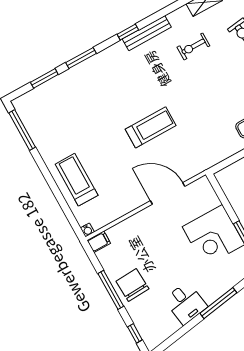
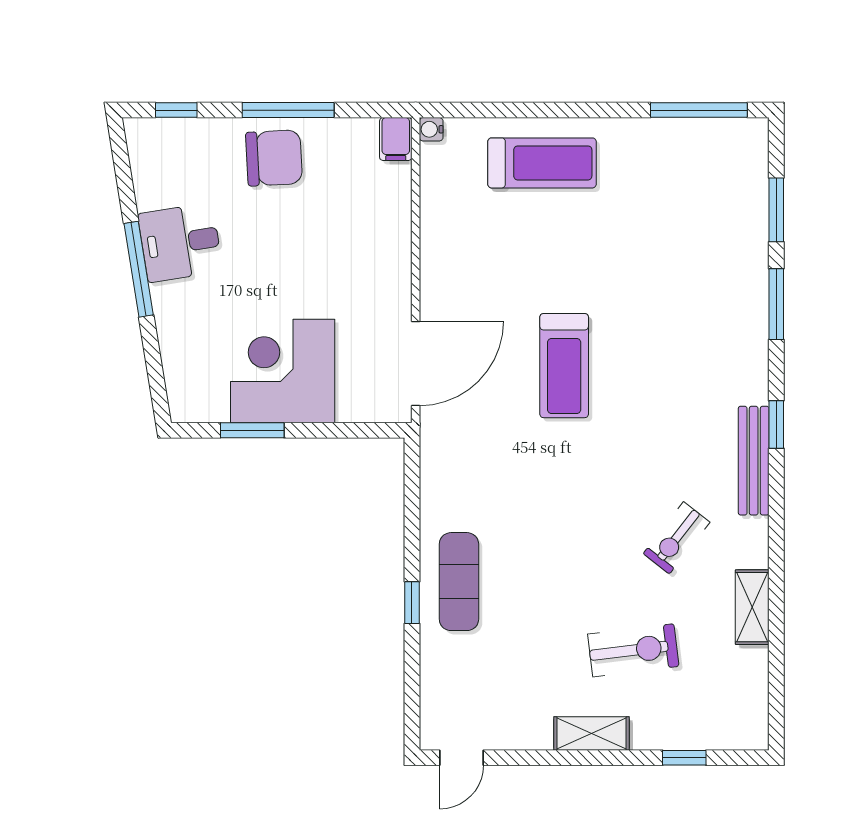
exercise bike: (193, 46) -> (676, 538), turned -142
door: (168, 193) -> (416, 363), moved
window: (218, 303) -> (139, 269), moved

